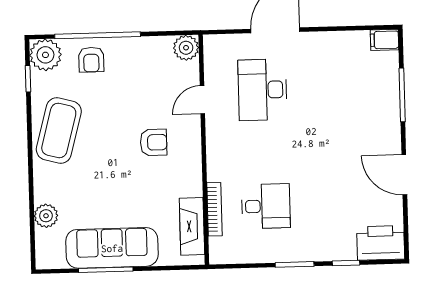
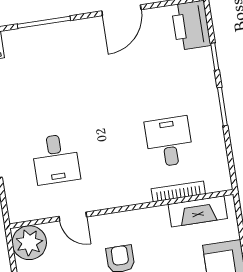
plant: (186, 48) -> (29, 243), width x1.36, depth x1.36
desk: (263, 90) -> (56, 159), width x0.73

